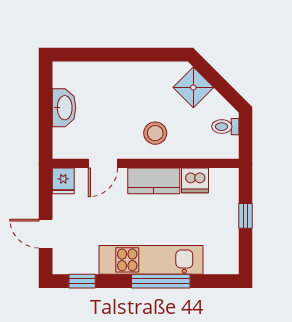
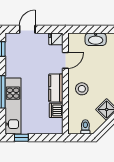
door: (103, 163) -> (65, 60), swing flipped
window: (246, 216) -> (21, 138), moved
kitchen unit: (151, 260) -> (13, 106), moved

